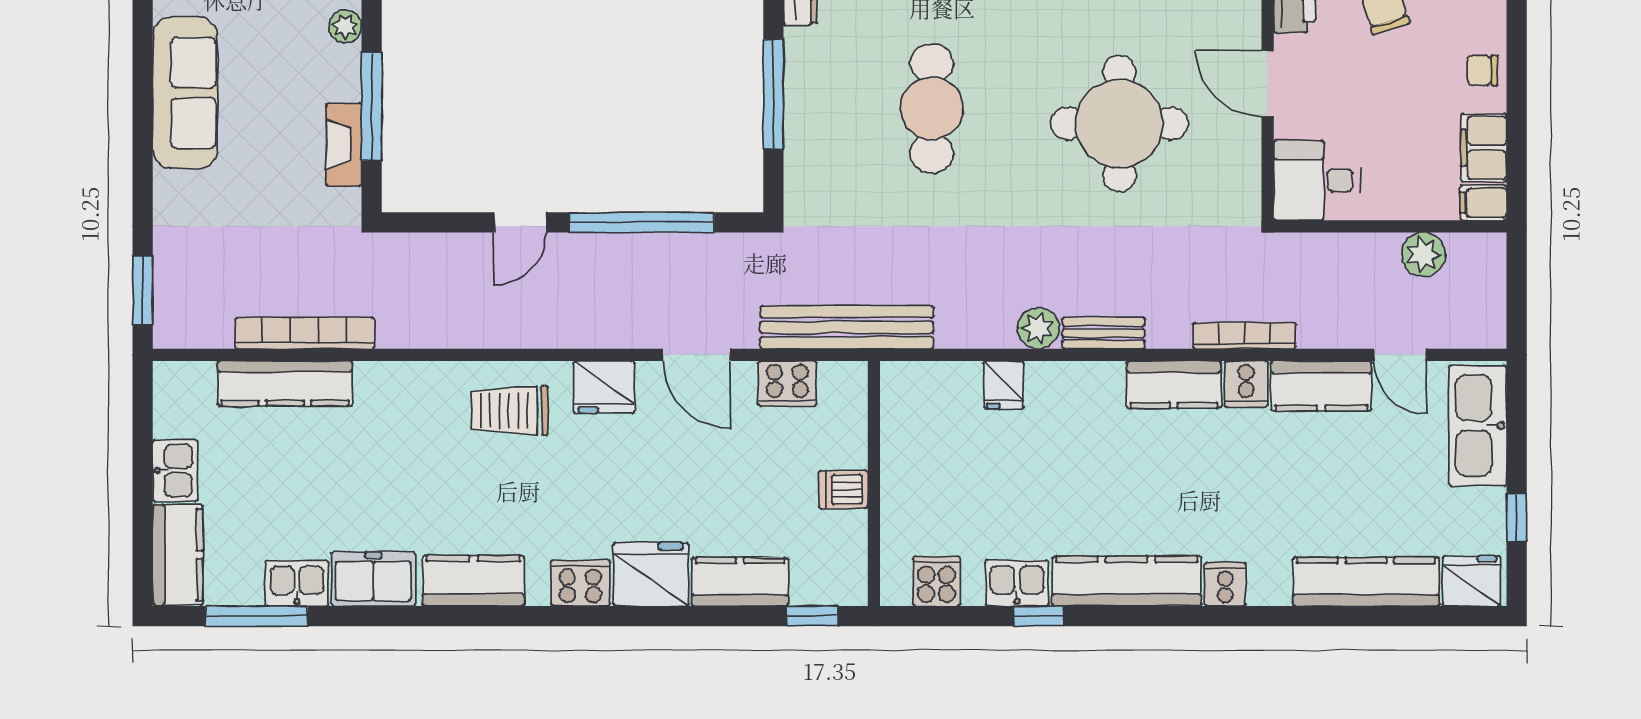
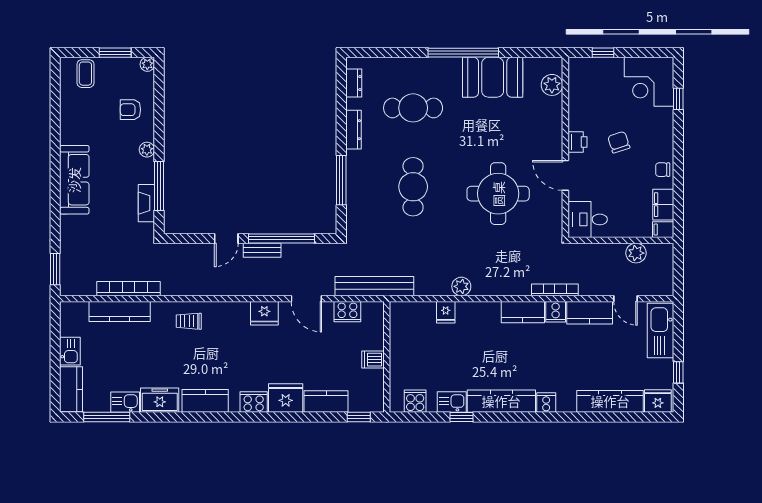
bench: (1104, 333) -> (262, 250), moved
trolley: (510, 411) -> (189, 321), moved, width x0.73, depth x0.72

